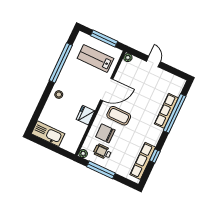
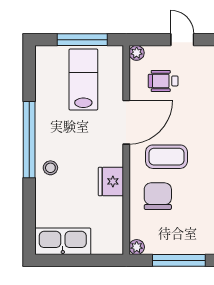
lab bench: (95, 58) -> (83, 80), turned 90
window: (61, 63) -> (29, 140), moved
chair: (105, 133) -> (158, 196), turned 90
wheelchair: (102, 152) -> (163, 81), moved

